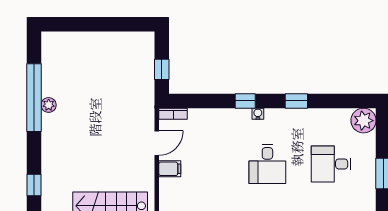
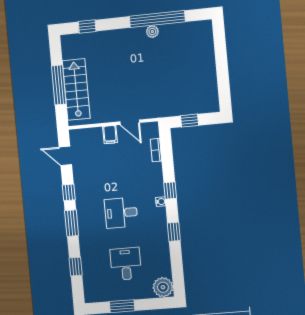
bookcase: (173, 114) -> (156, 150), moved

